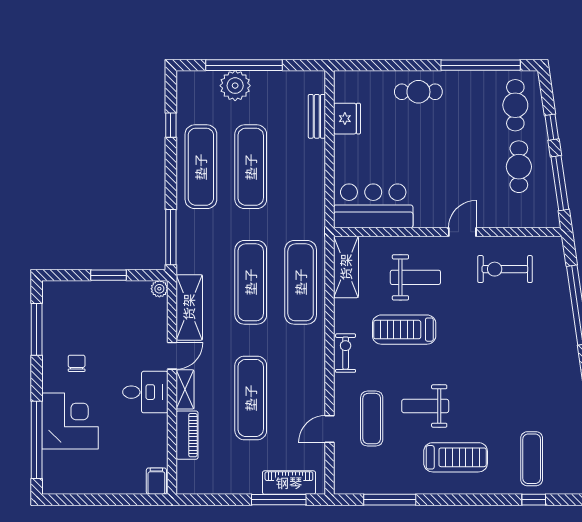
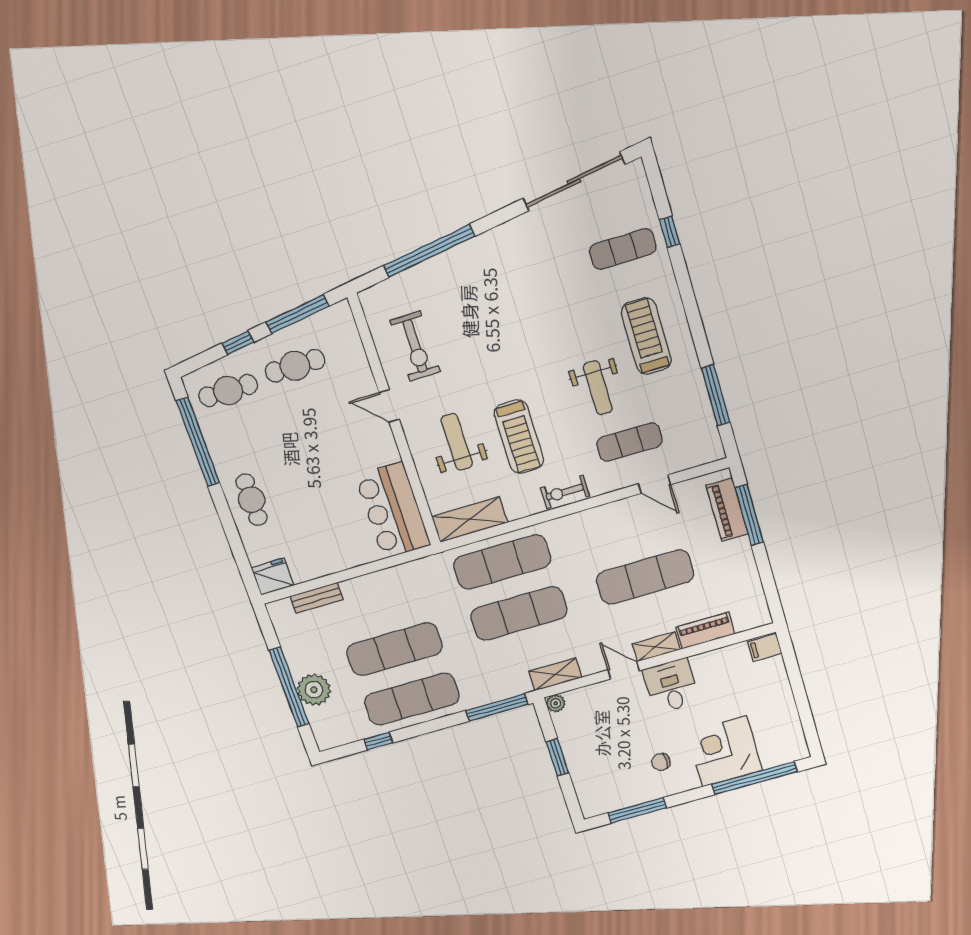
fridge: (347, 119) -> (273, 576), moved
shelving: (189, 307) -> (555, 674), width x0.67, depth x0.75

